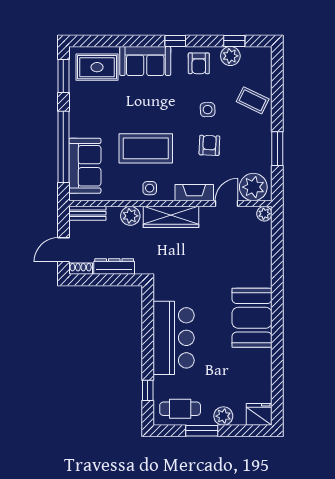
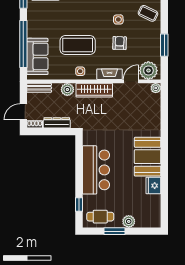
fridge: (259, 414) -> (153, 186), moved, turned -90

